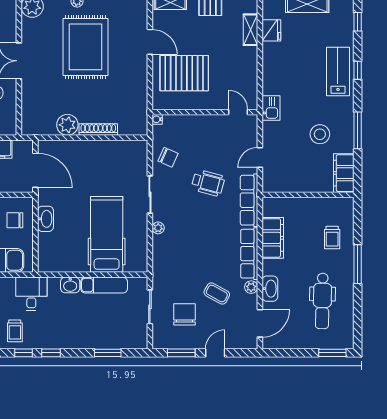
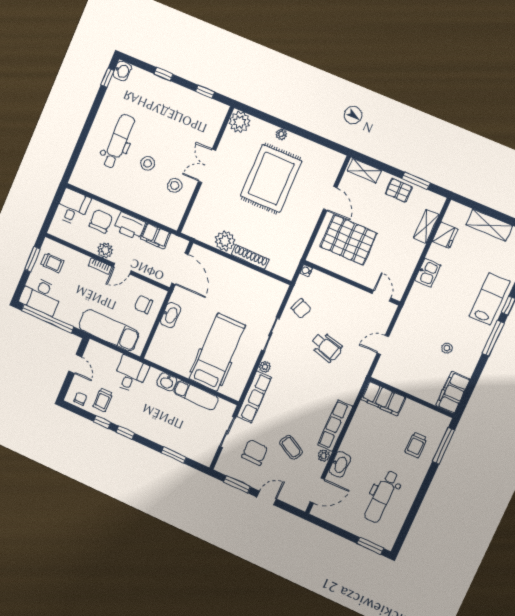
kitchen sink: (271, 108) -> (428, 273), moved
window: (358, 130) -> (493, 338), moved
stool: (320, 134) -> (447, 348), width x0.53, depth x0.53
row of seats: (249, 200) -> (254, 397), moved, turned 180
filing cabinet: (273, 238) -> (383, 399), moved, turned 90
window: (358, 264) -> (444, 446), moved

